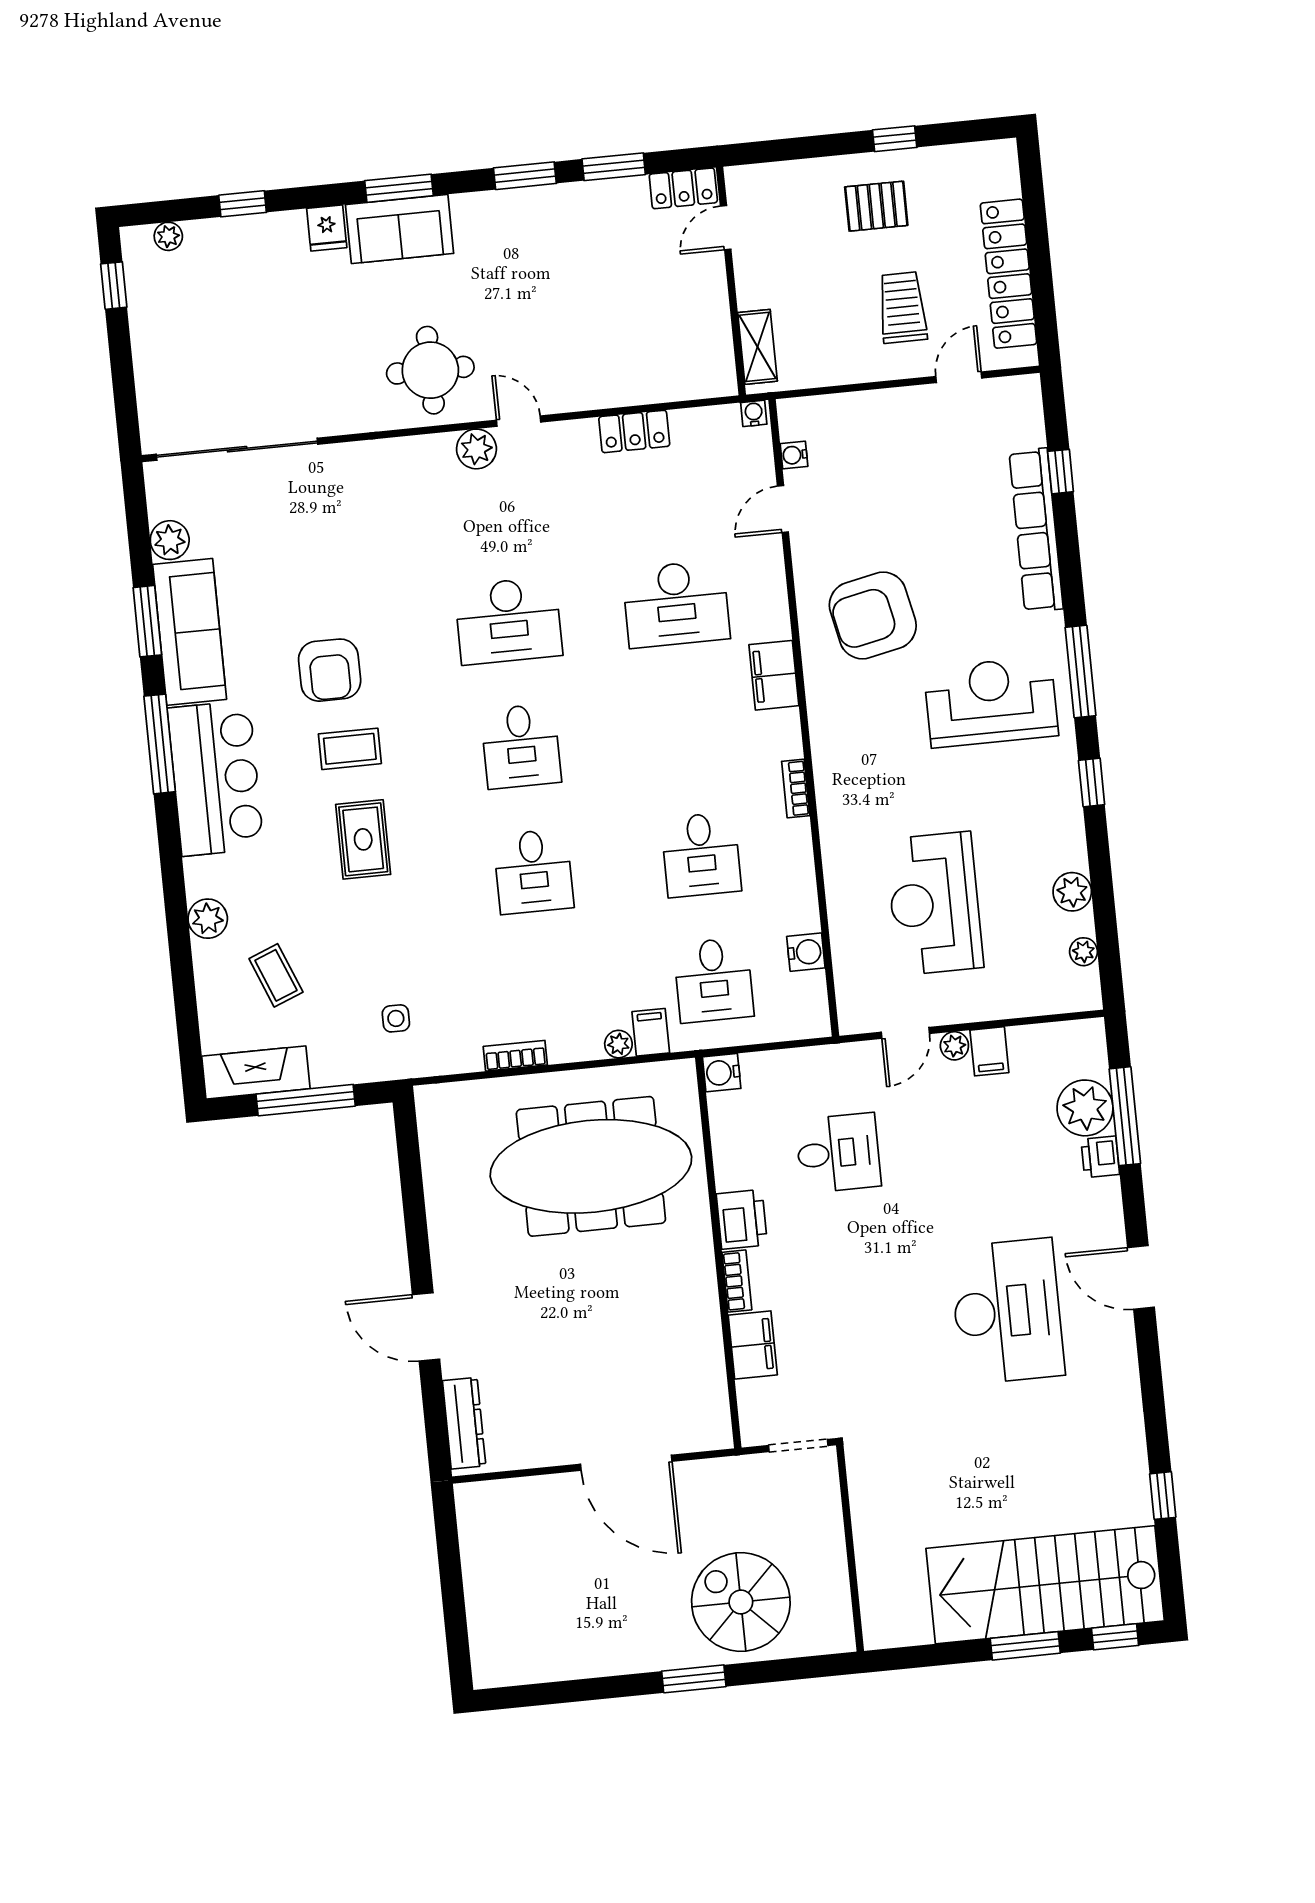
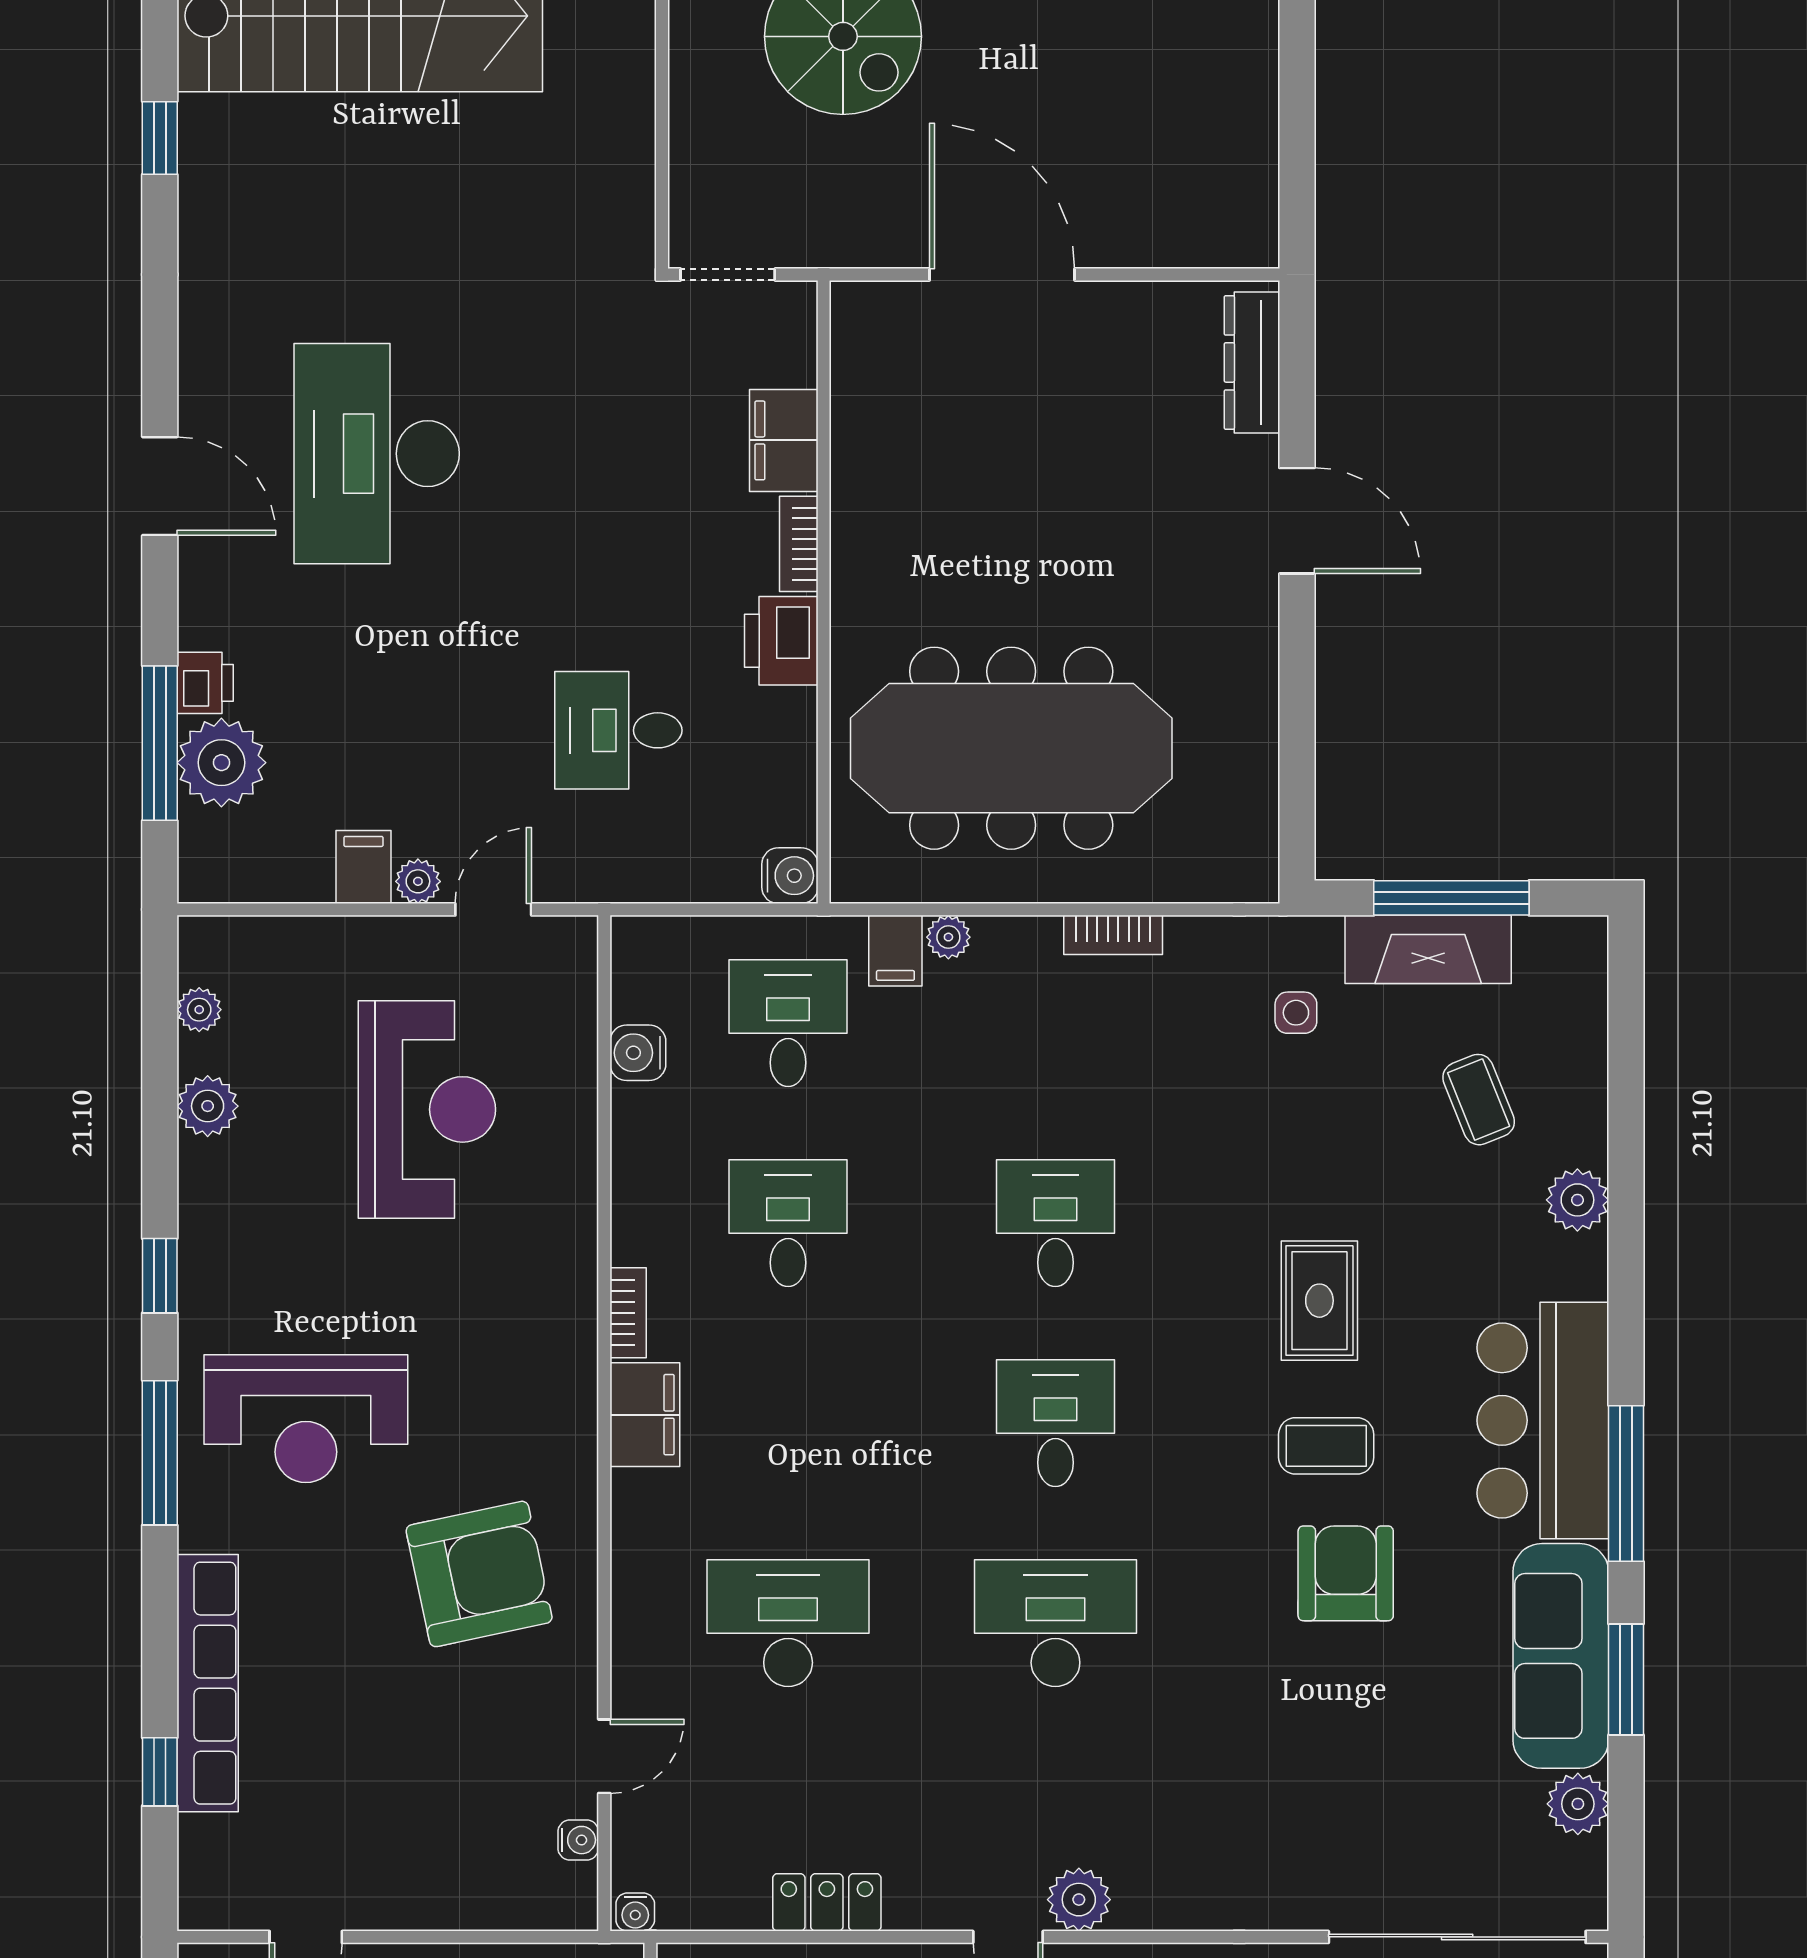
filing cabinet: (774, 675) -> (645, 1415), moved
fireplace: (256, 1072) -> (1428, 949), moved

